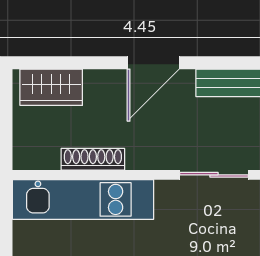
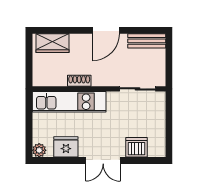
shoe rack: (93, 159) -> (79, 81), width x0.70

